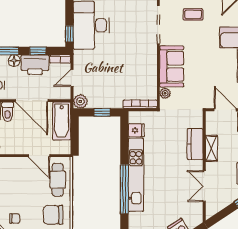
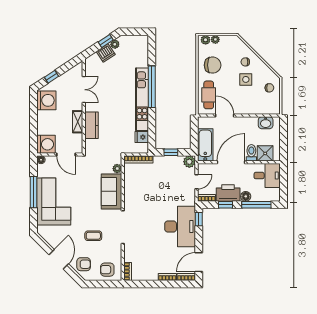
door: (32, 101) -> (231, 162), hinge flipped
side table: (14, 198) -> (246, 79), added

